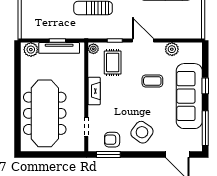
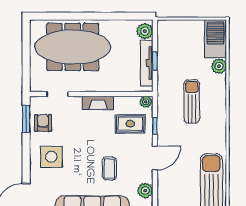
side table: (142, 132) -> (51, 157), turned -36

